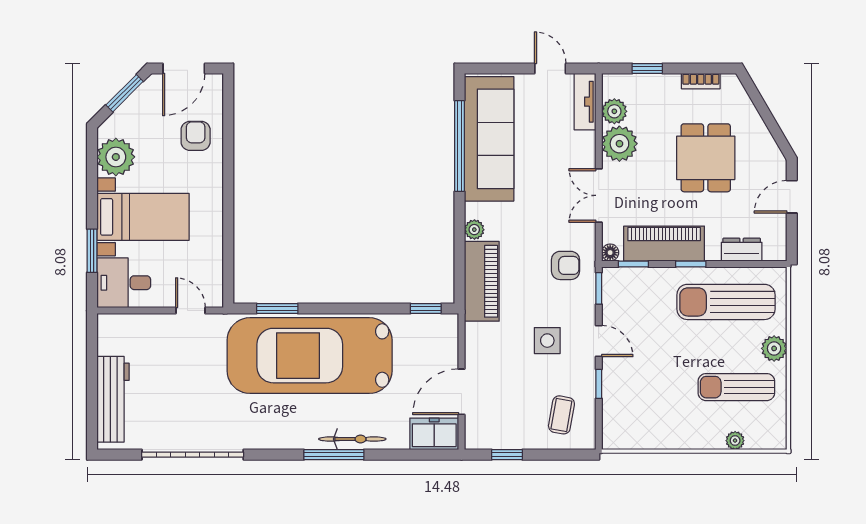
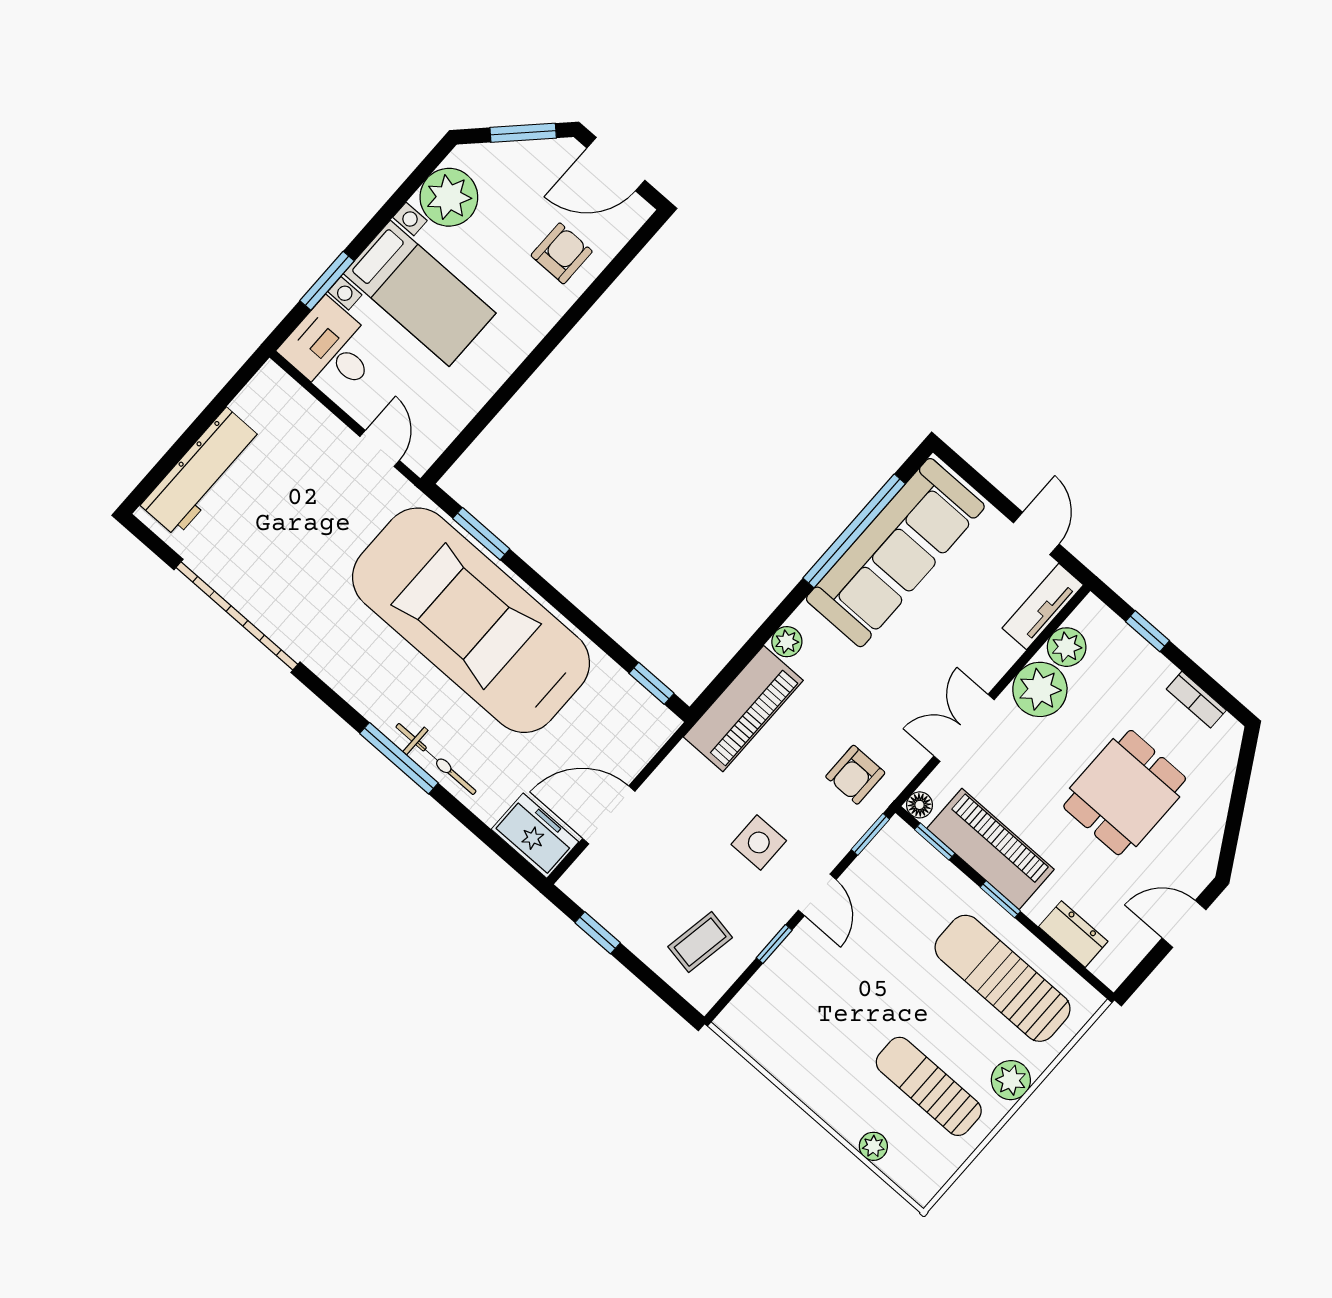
armchair: (565, 265) -> (855, 775), turned 90

